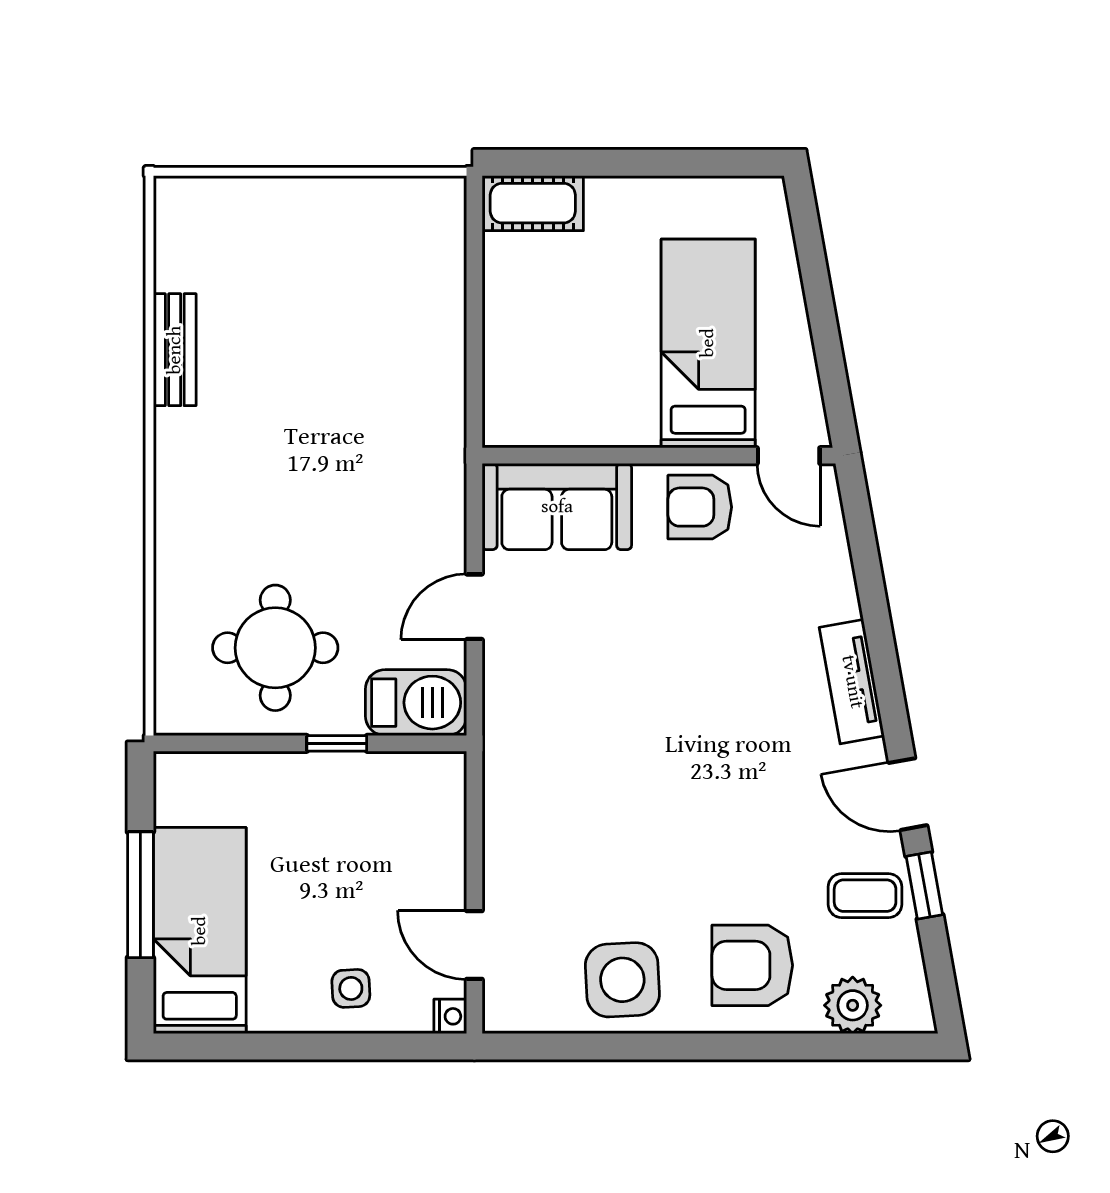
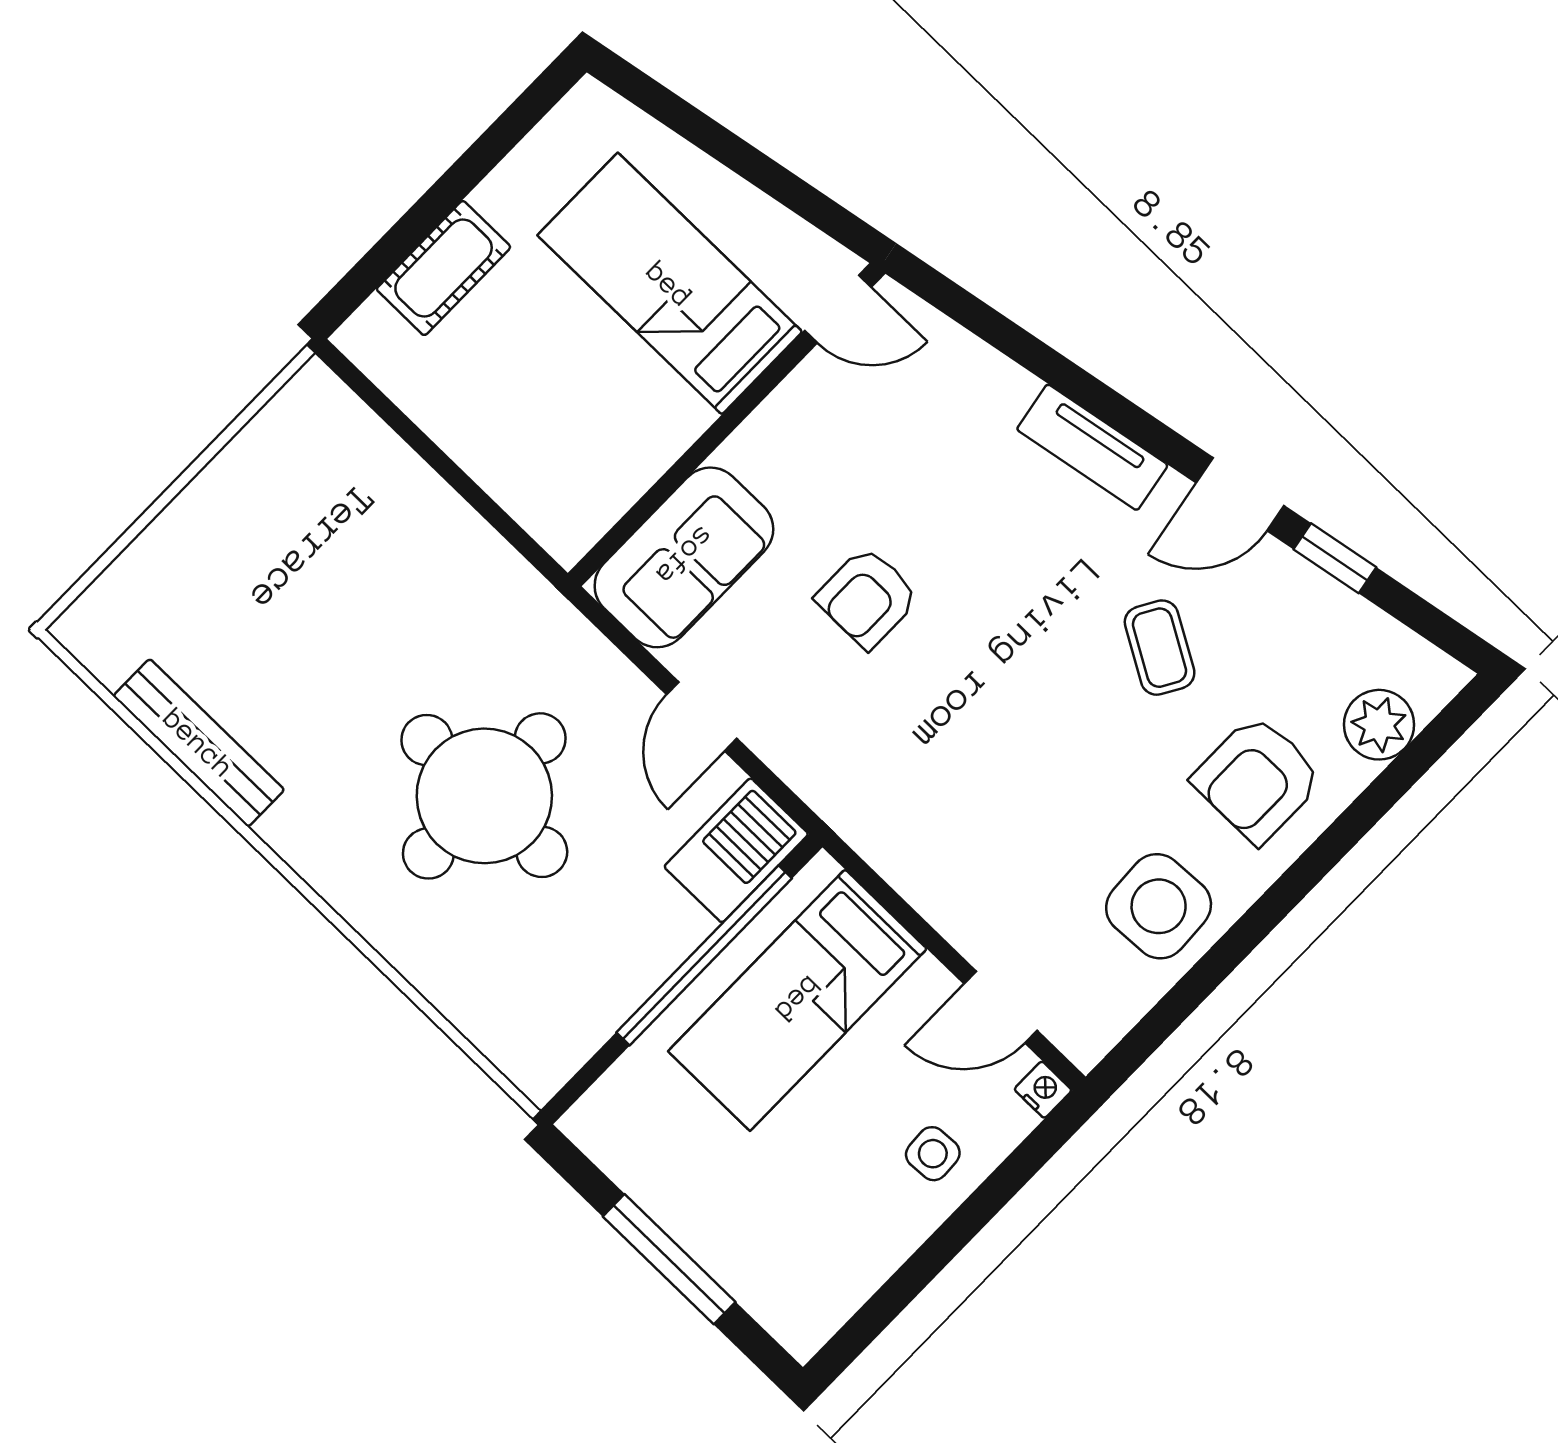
cot: (533, 203) -> (444, 268), moved
bench: (175, 350) -> (199, 743), width x1.36
armchair: (700, 507) -> (867, 598), moved
round table: (275, 648) -> (484, 796), moved, width x1.36, depth x1.36
window: (337, 743) -> (704, 955), width x3.17
coffee table: (865, 896) -> (1160, 648), moved, turned -60
bed: (200, 931) -> (797, 1000), moved, turned -90

